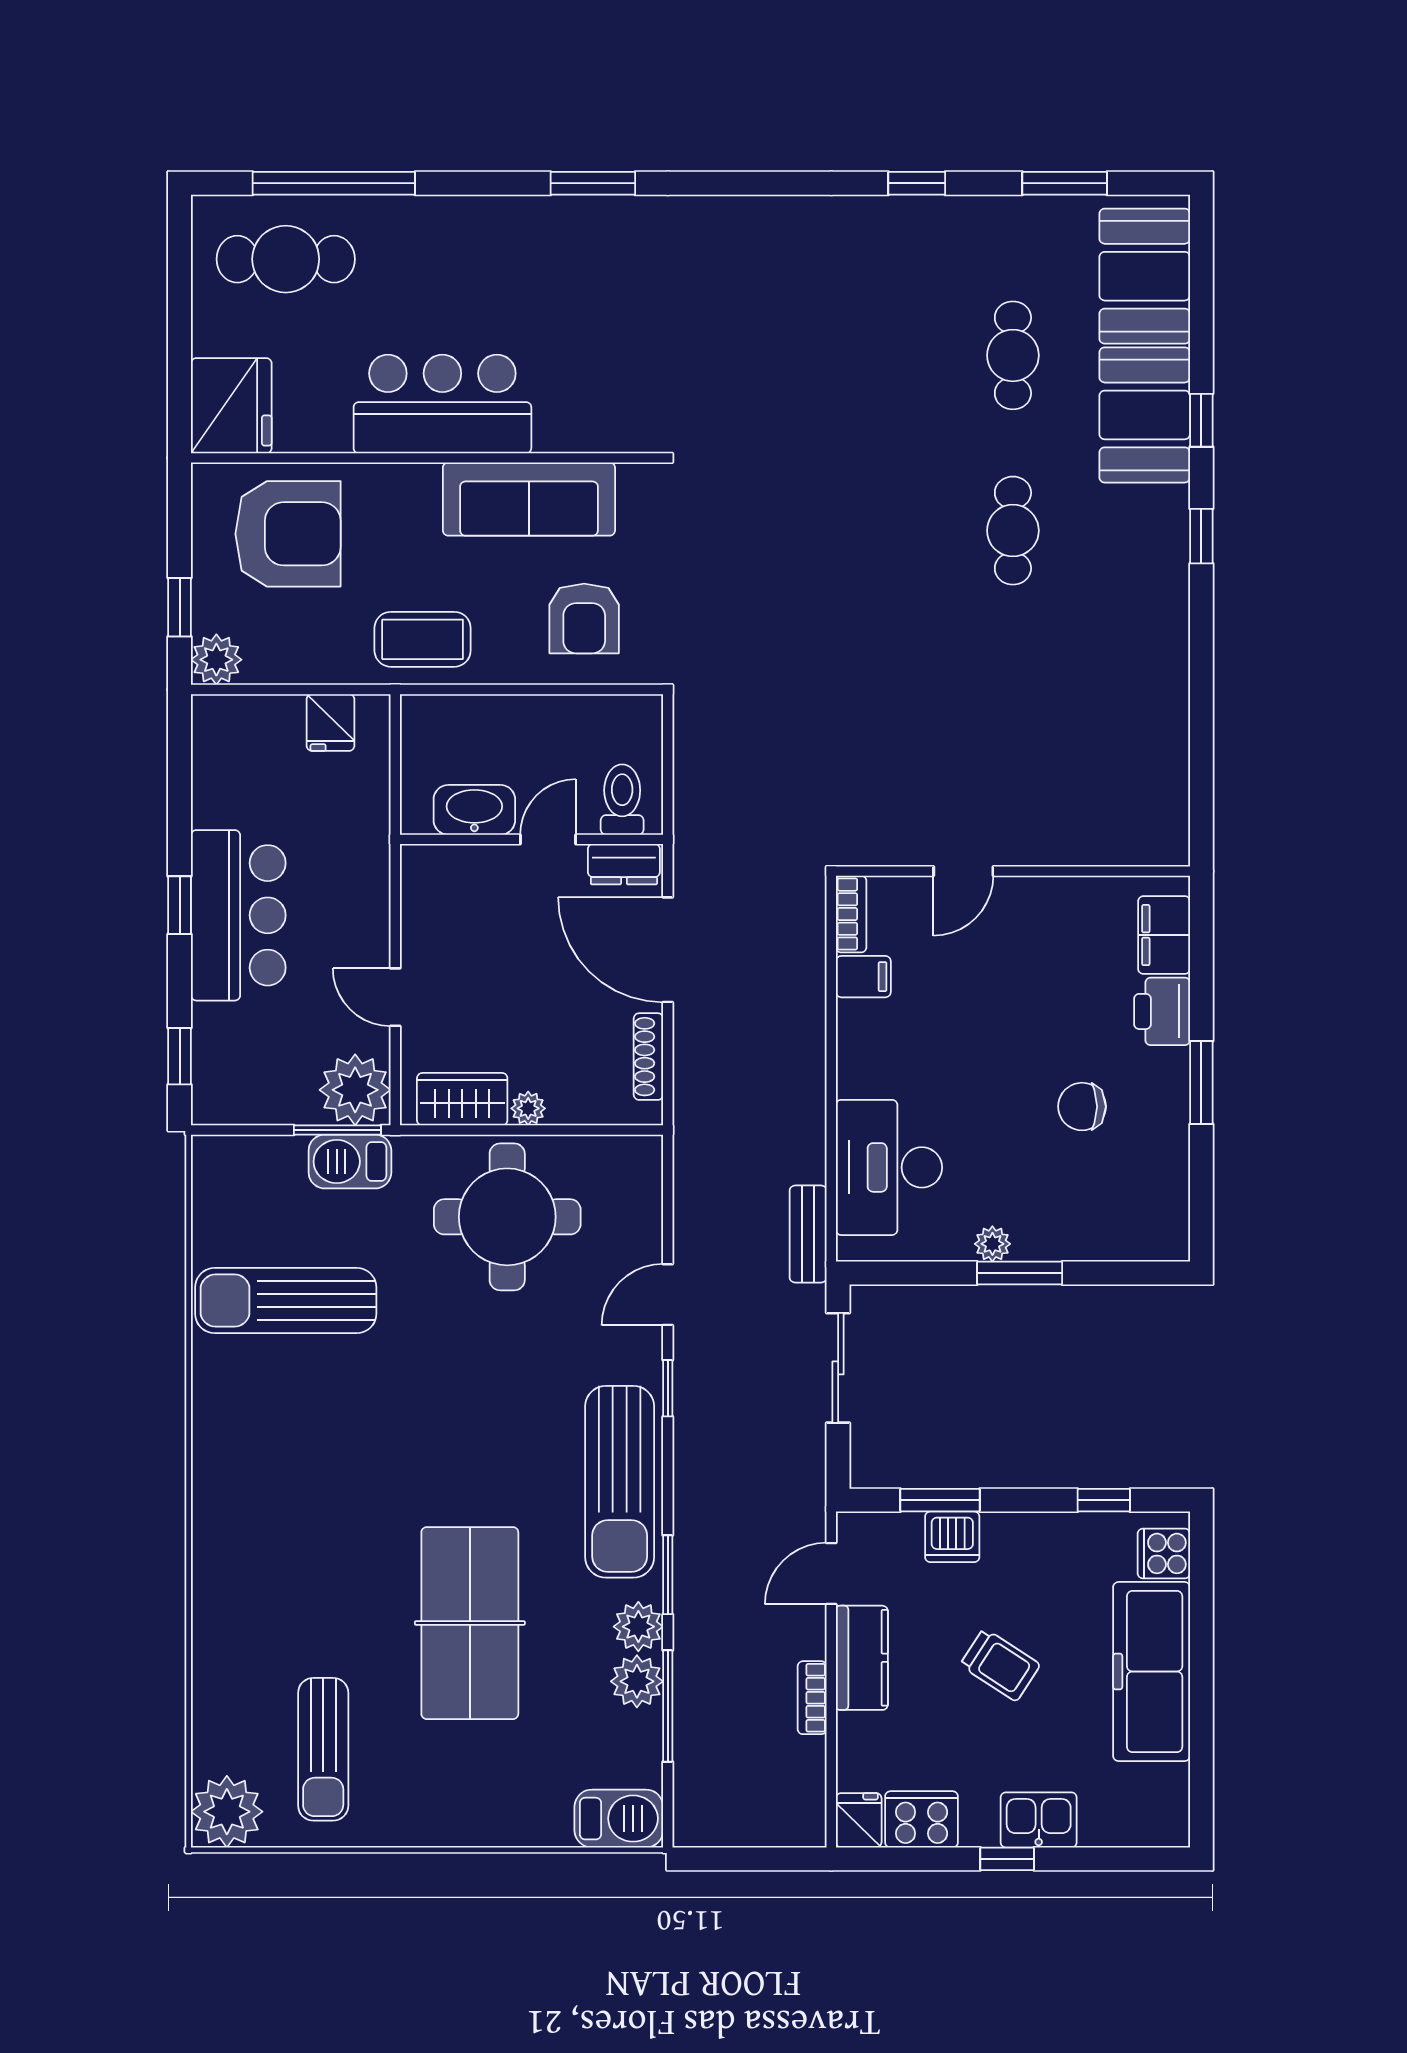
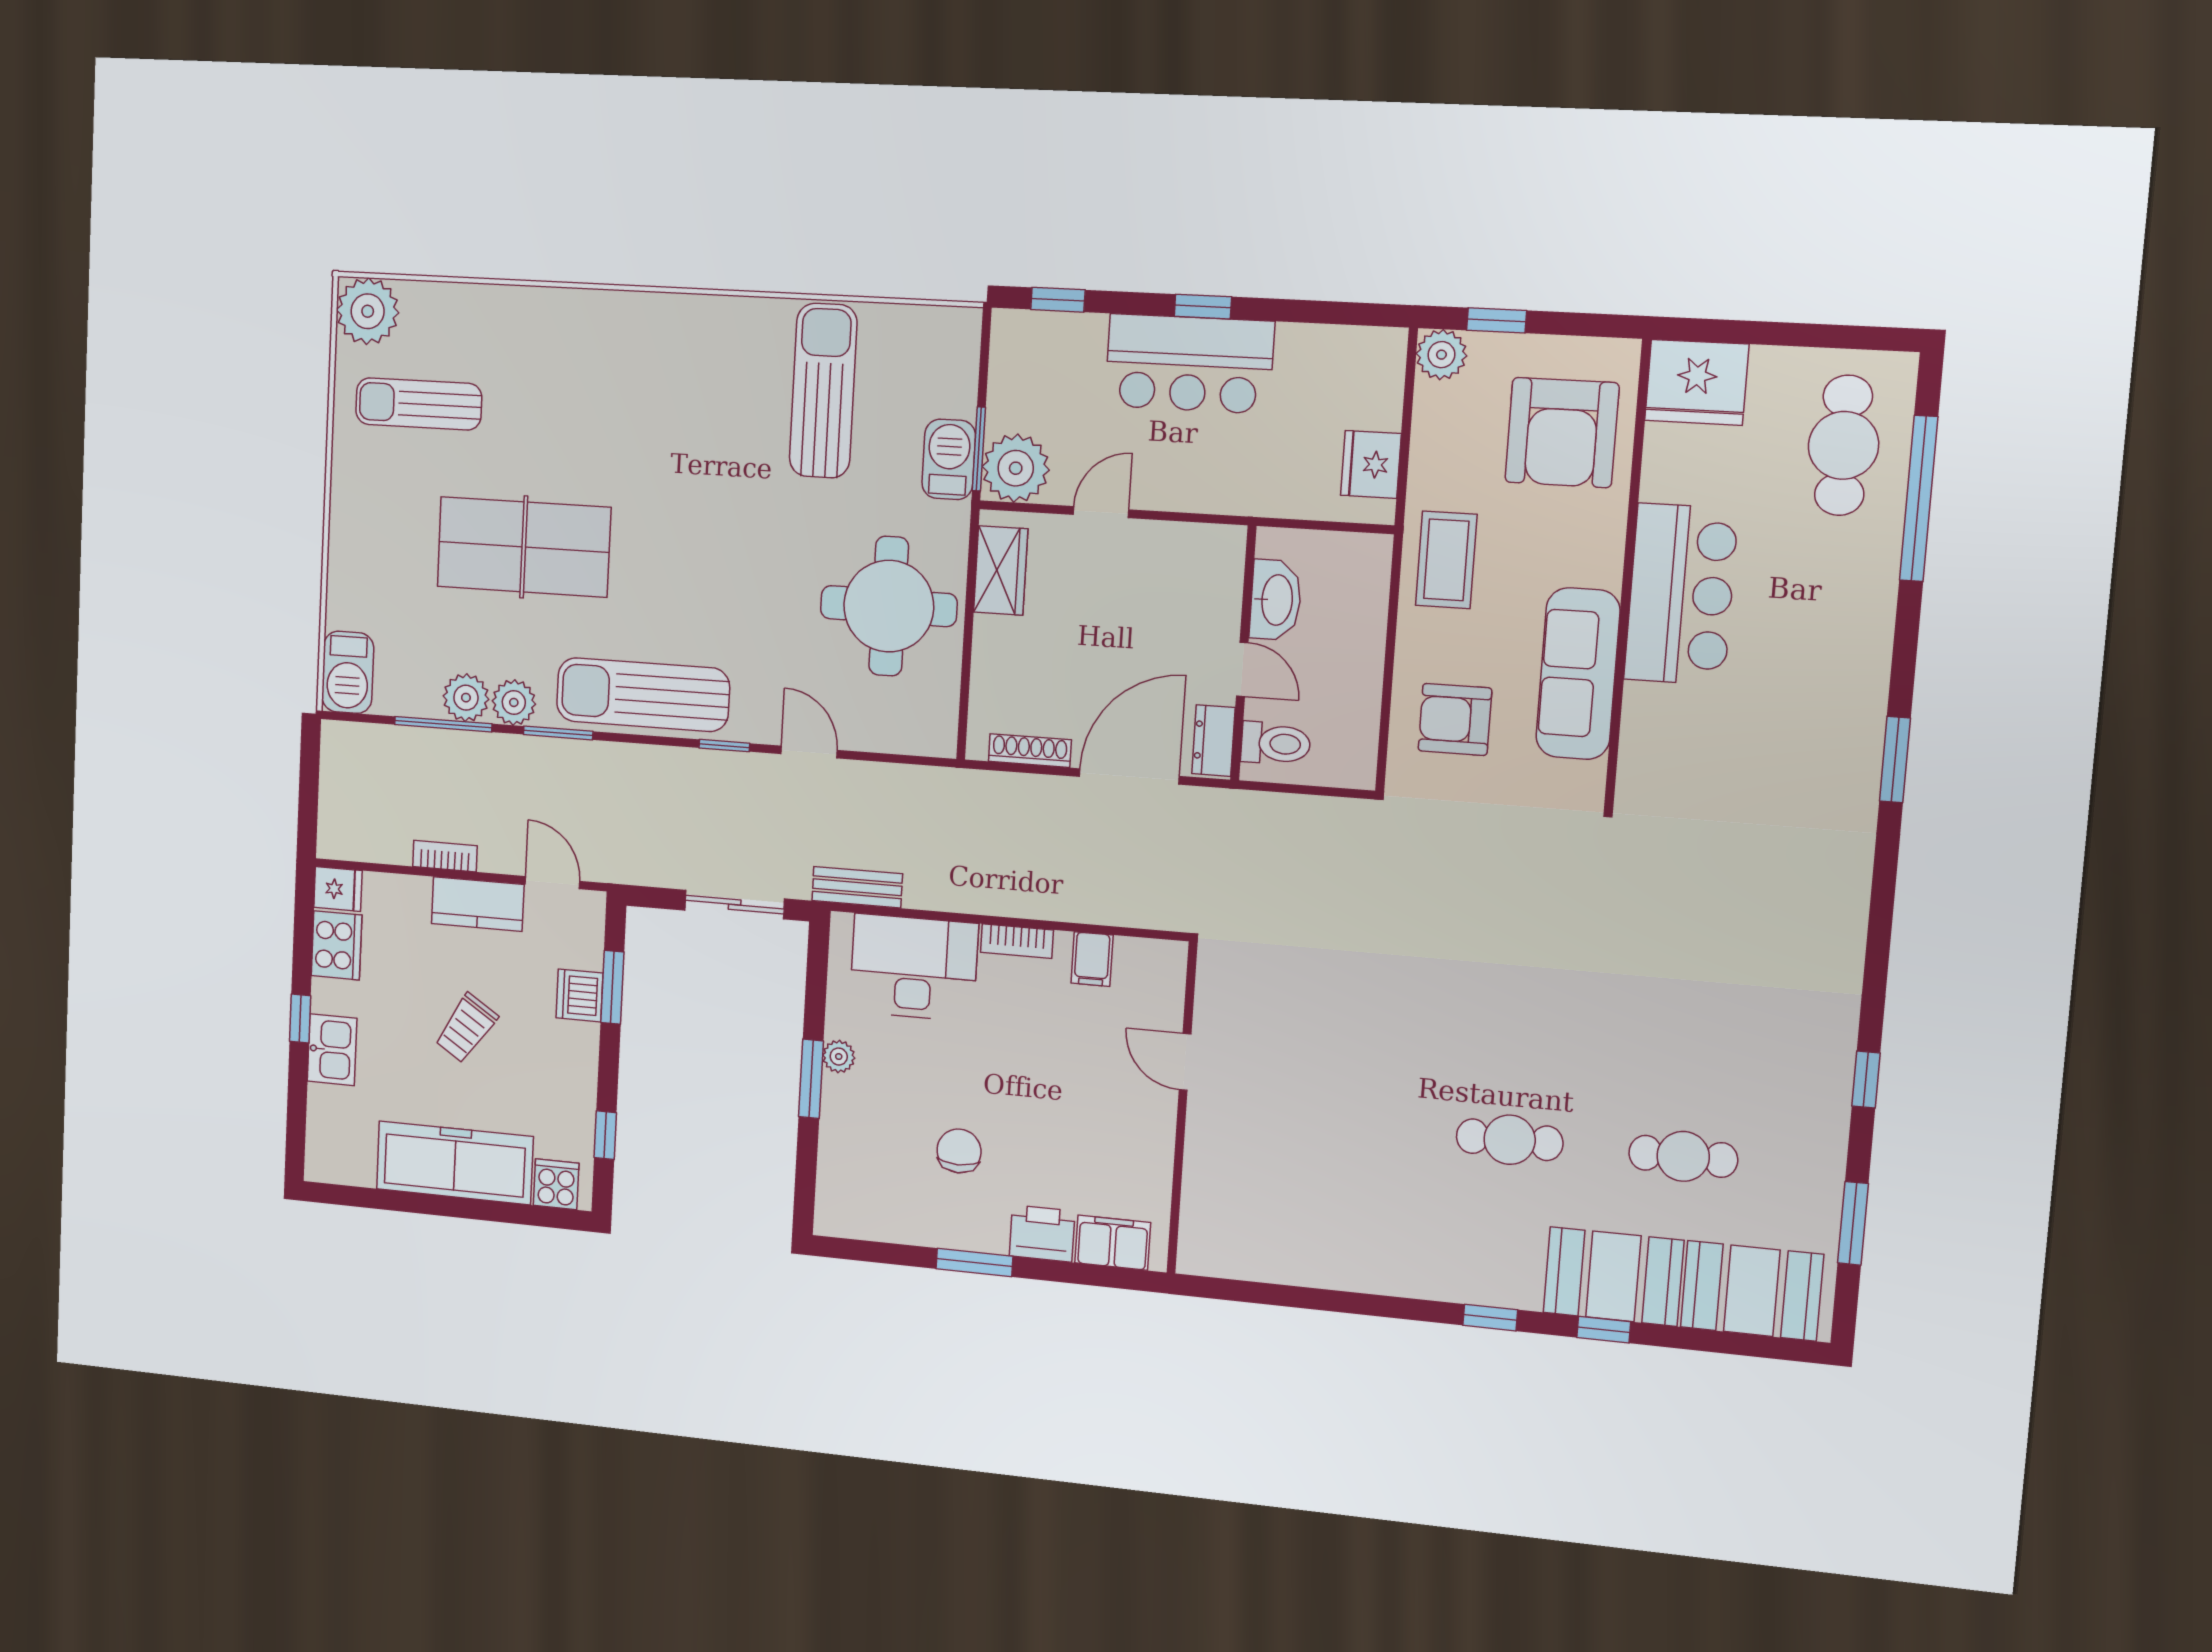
fridge: (330, 722) -> (1371, 464), width x1.38
bookcase: (851, 914) -> (1017, 941), moved
plant: (528, 1108) -> (988, 633), removed

